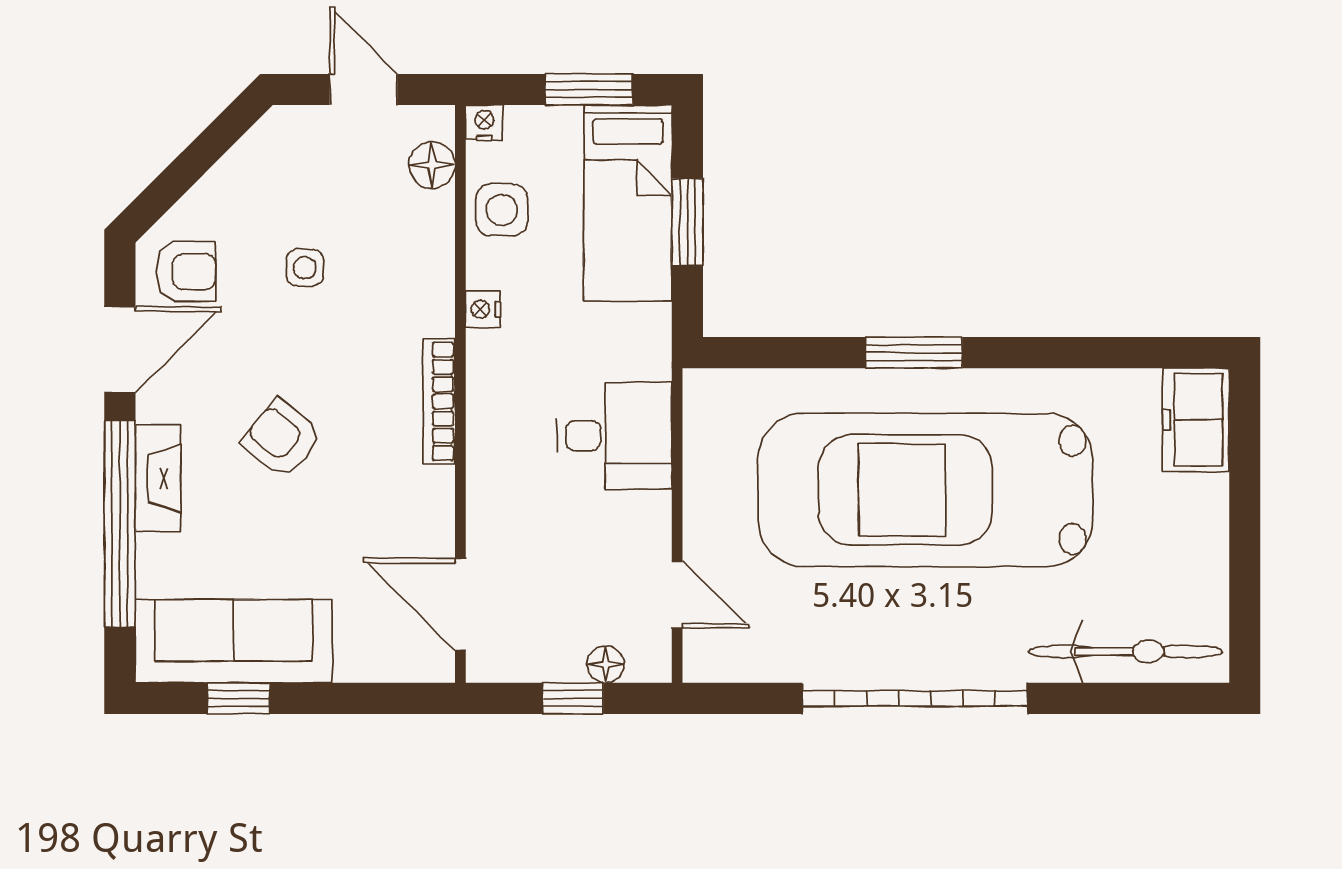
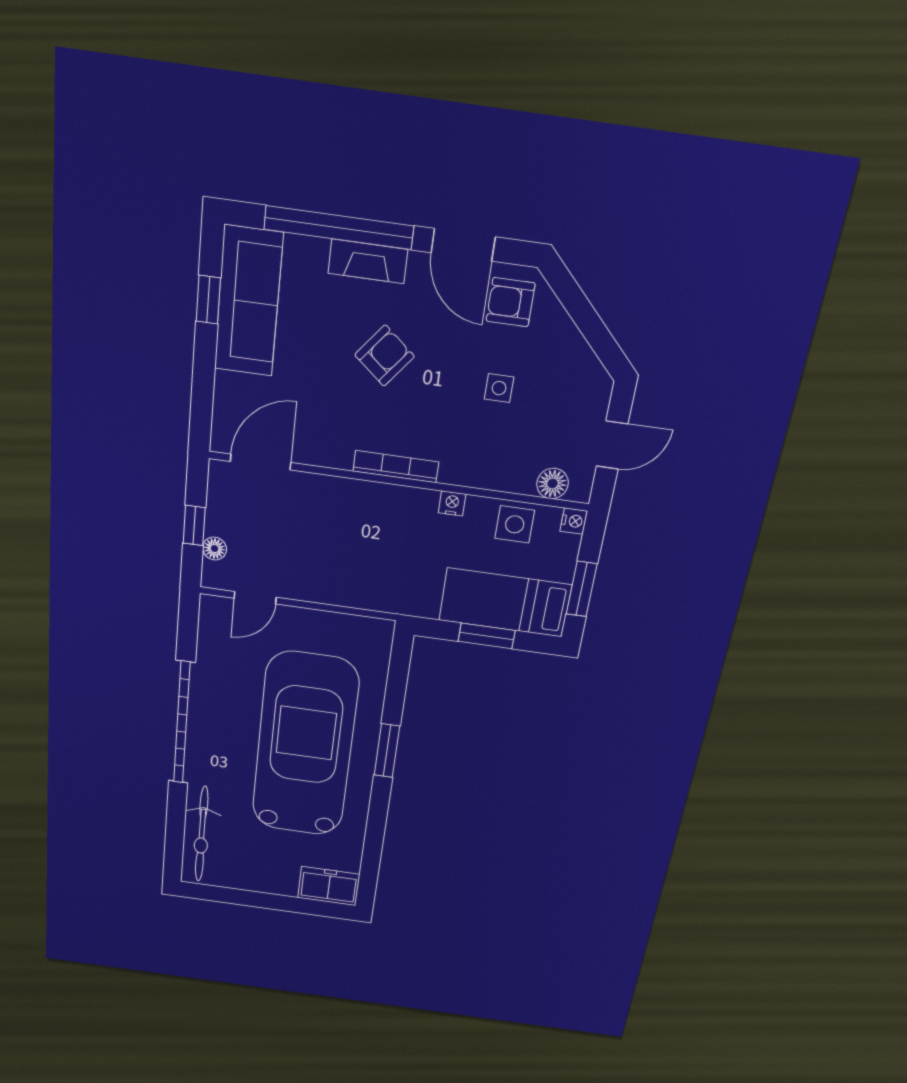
armchair: (186, 272) -> (511, 302), turned 90
desk: (614, 436) -> (359, 574), removed

